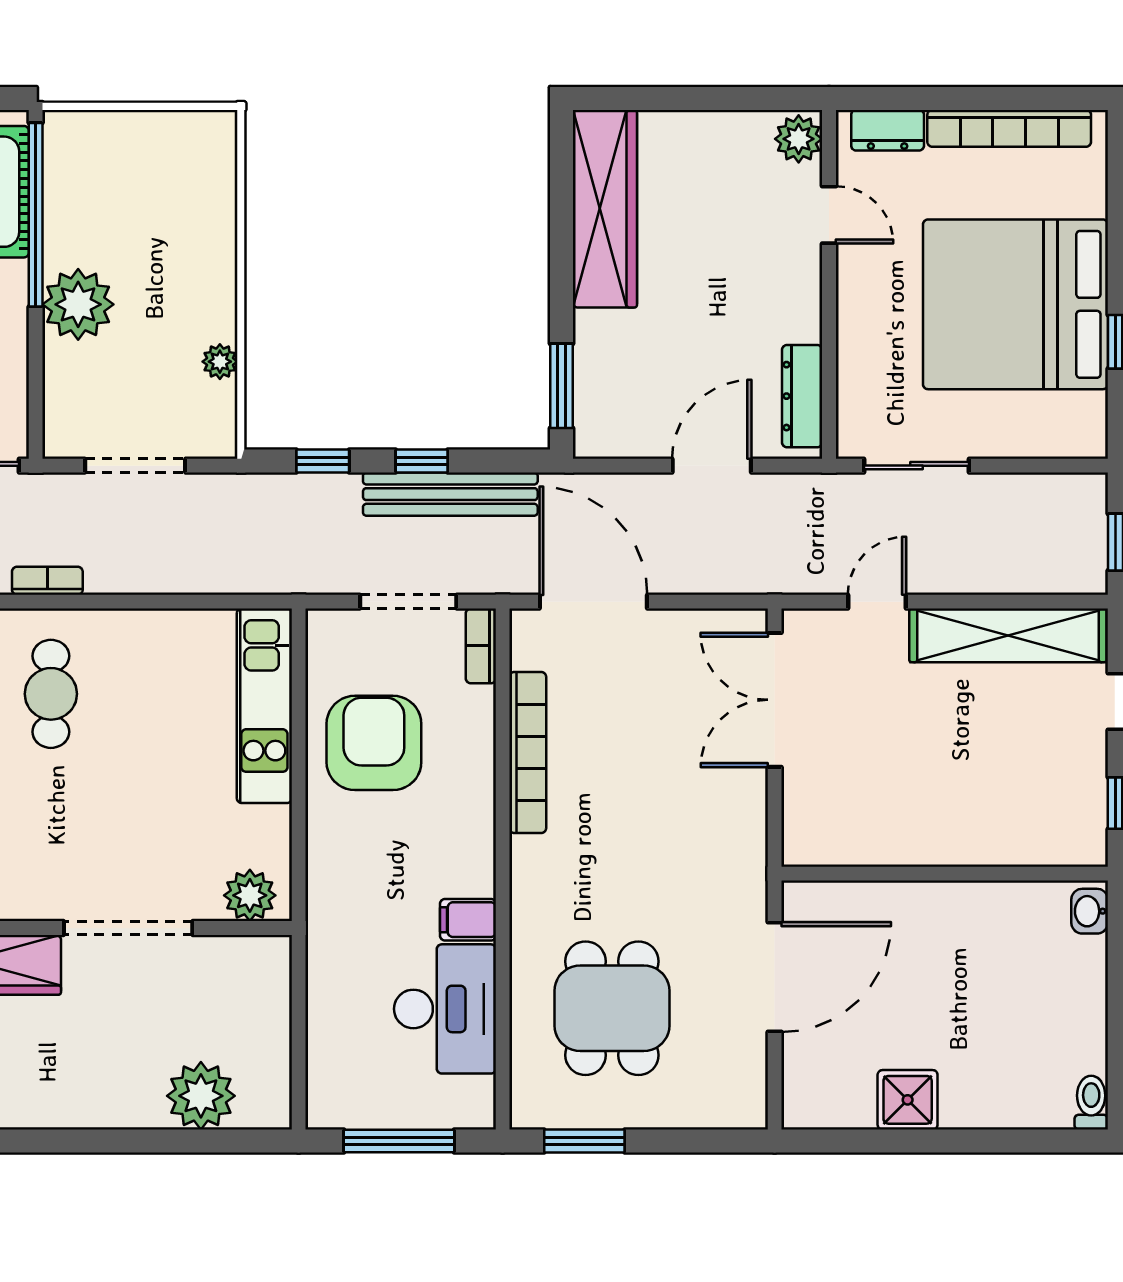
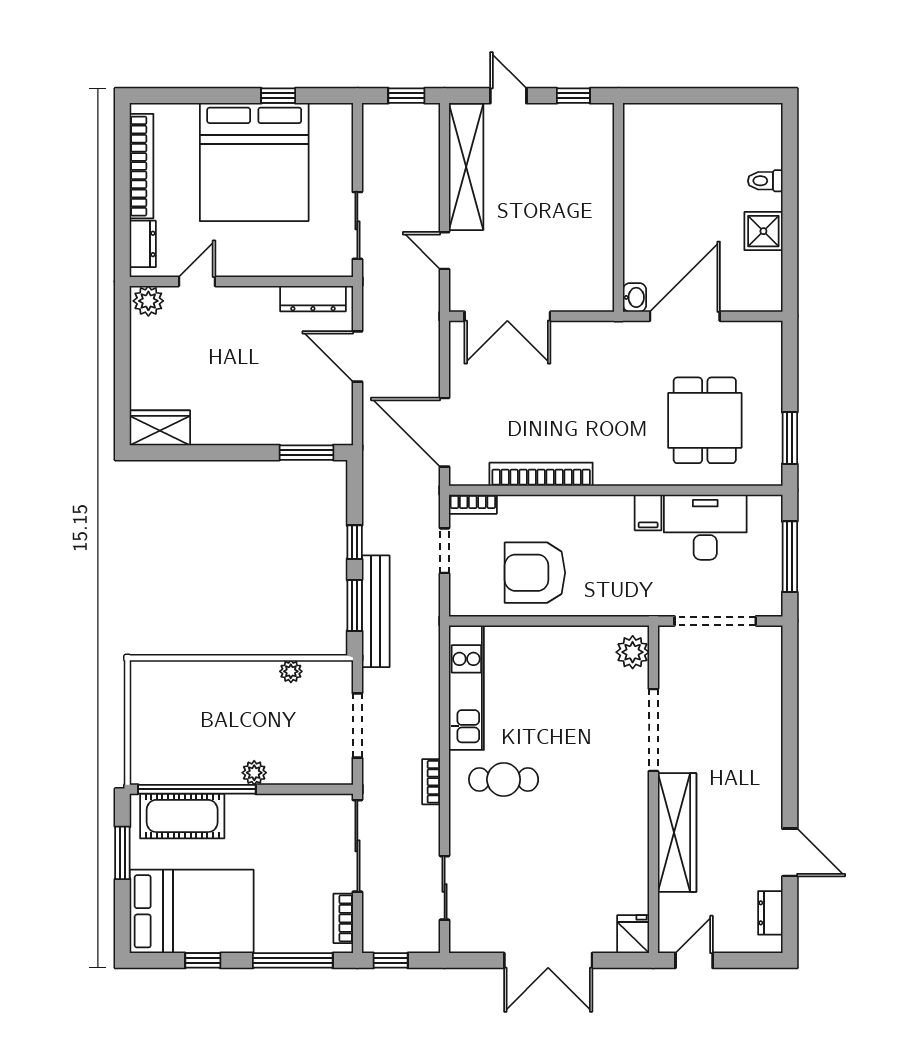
wardrobe: (605, 209) -> (160, 428), width x0.48, depth x0.85
plant: (78, 304) -> (254, 773), width x0.53, depth x0.53
window: (323, 461) -> (355, 605), width x1.50
bench: (450, 494) -> (376, 611), moved
doorway: (408, 602) -> (445, 551), width x0.73
door: (593, 602) -> (445, 432), hinge flipped
kitchen unit: (264, 706) -> (466, 688), moved, turned -90
washbasin: (1090, 911) -> (635, 297), moved, turned -90
door: (775, 977) -> (685, 316), hinge flipped
dining table: (612, 1008) -> (705, 420), turned 90
doorway: (299, 1025) -> (715, 621), added
plant: (201, 1096) -> (761, 683), removed
toilet: (1091, 1103) -> (765, 181), moved

